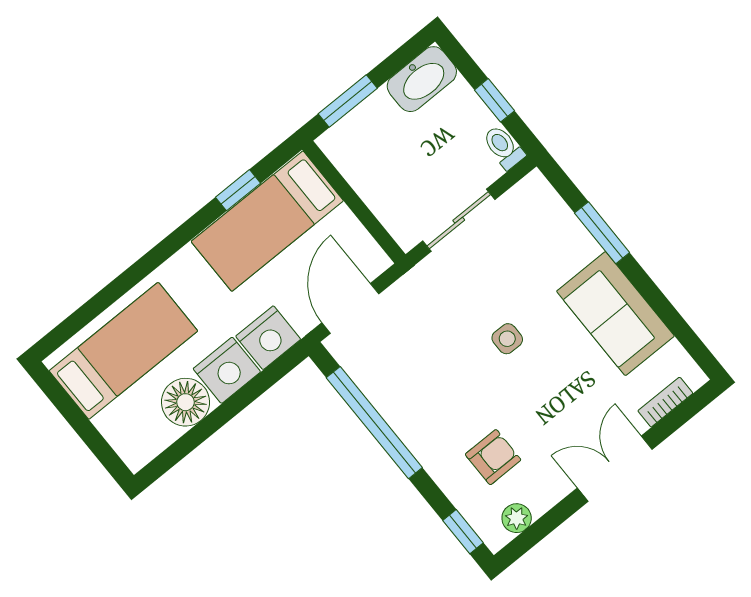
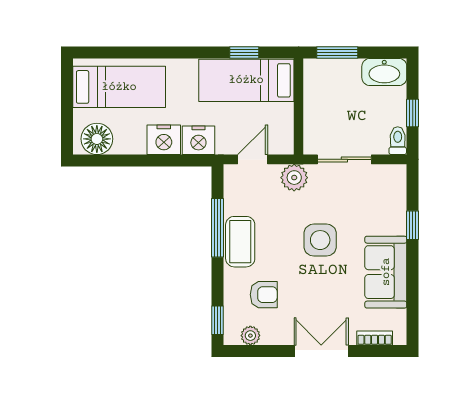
window: (602, 233) -> (413, 225), width x0.67
plant: (417, 290) -> (294, 178), added
door: (350, 308) -> (253, 159), width x0.73
side table: (507, 339) -> (320, 240), width x1.87, depth x1.87
floor lamp: (186, 402) -> (97, 139), moved
coffee table: (415, 417) -> (240, 242), added
window: (374, 423) -> (217, 228), width x0.68

